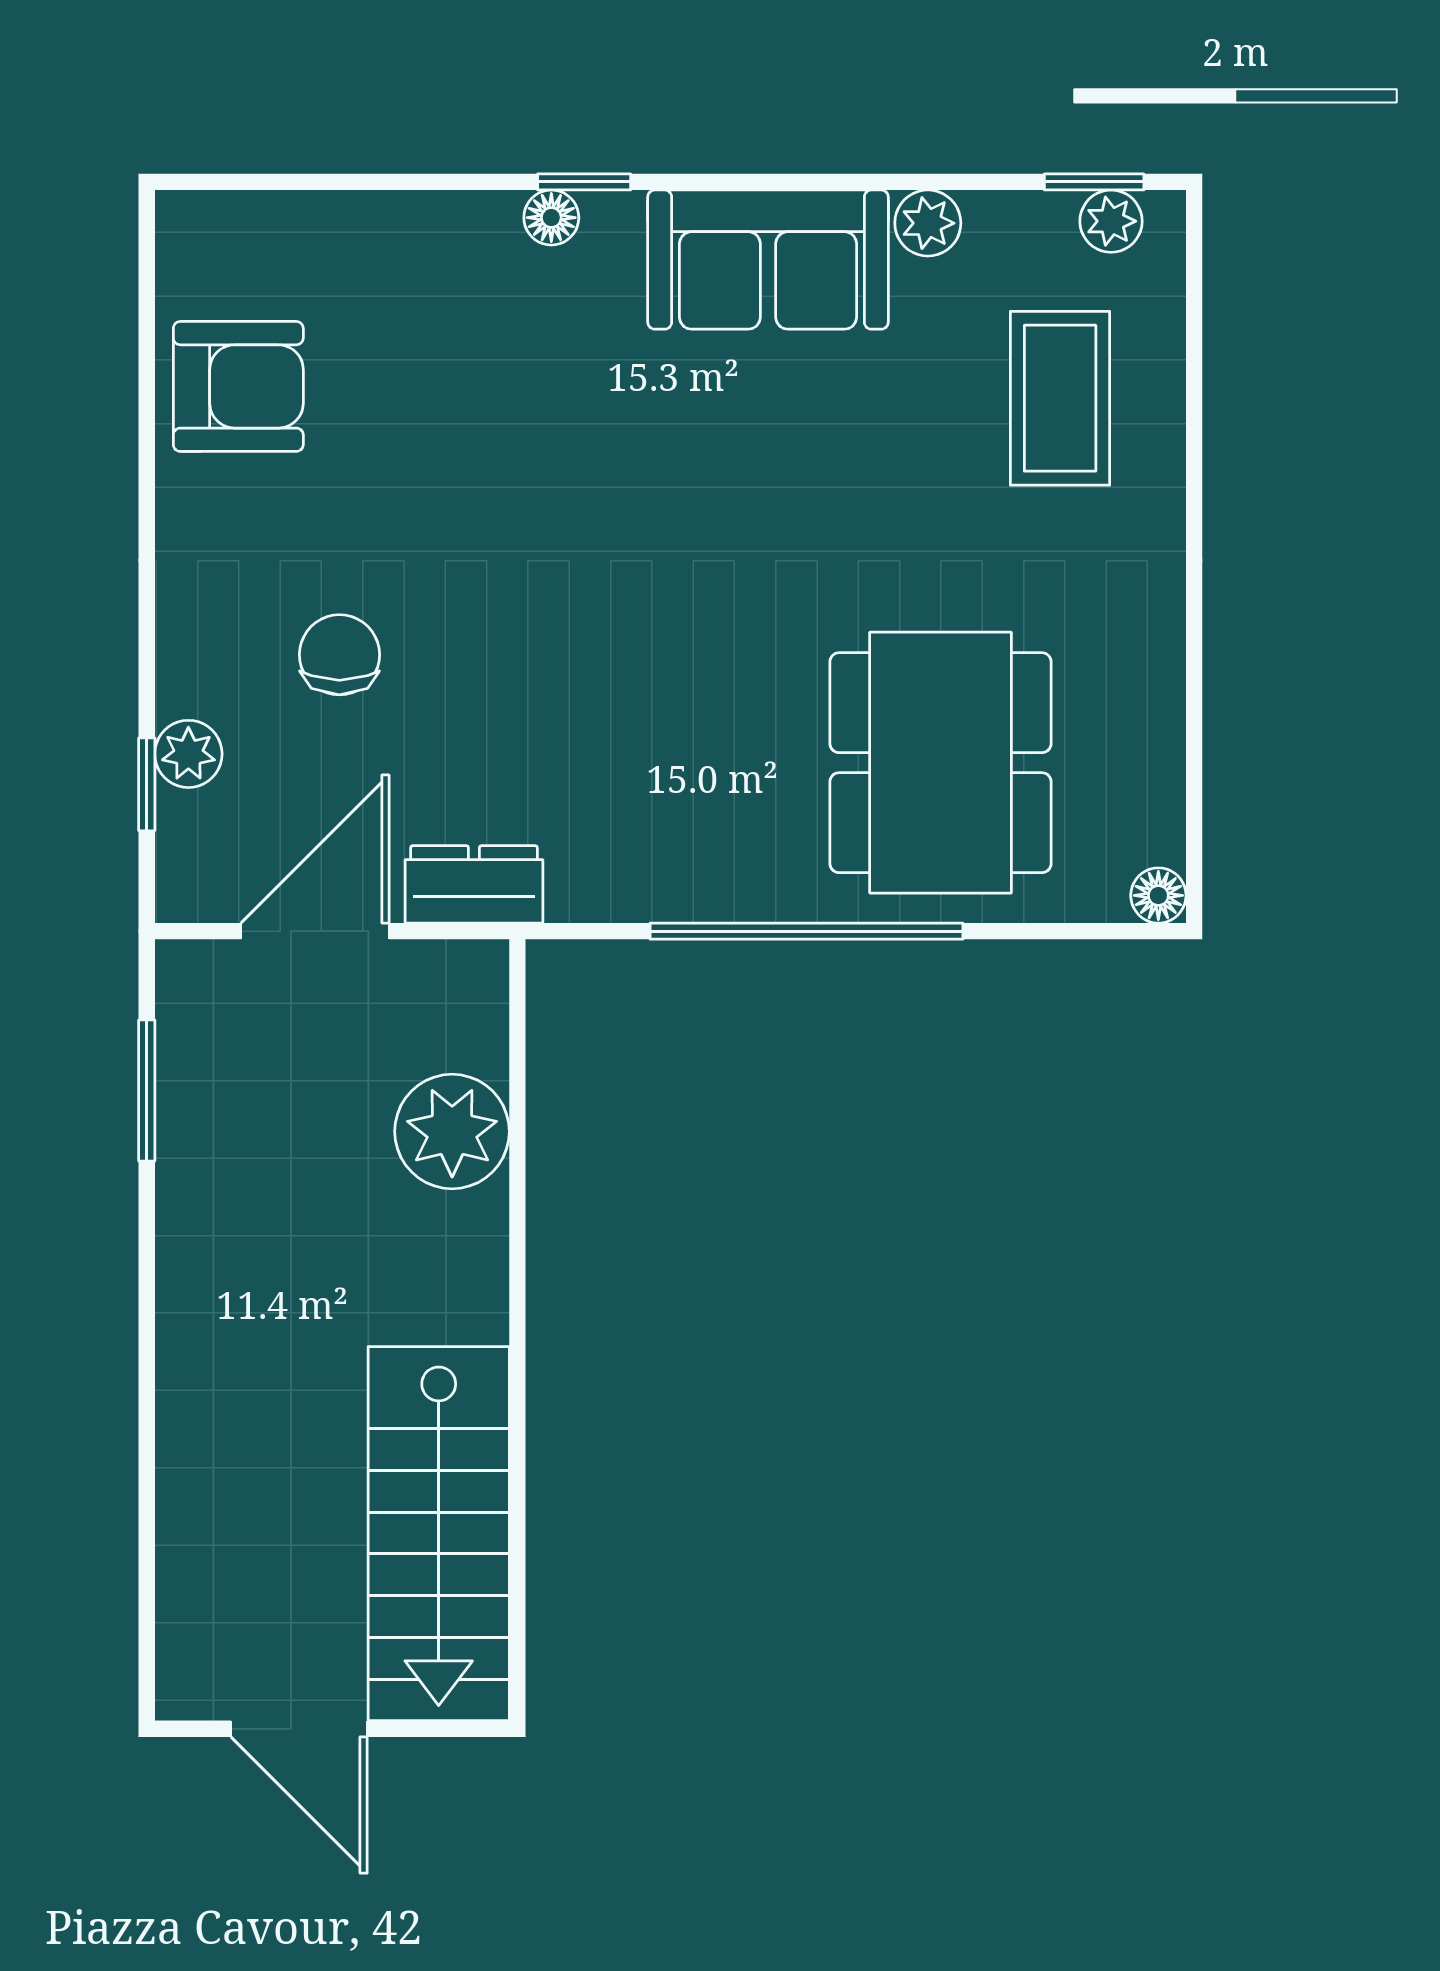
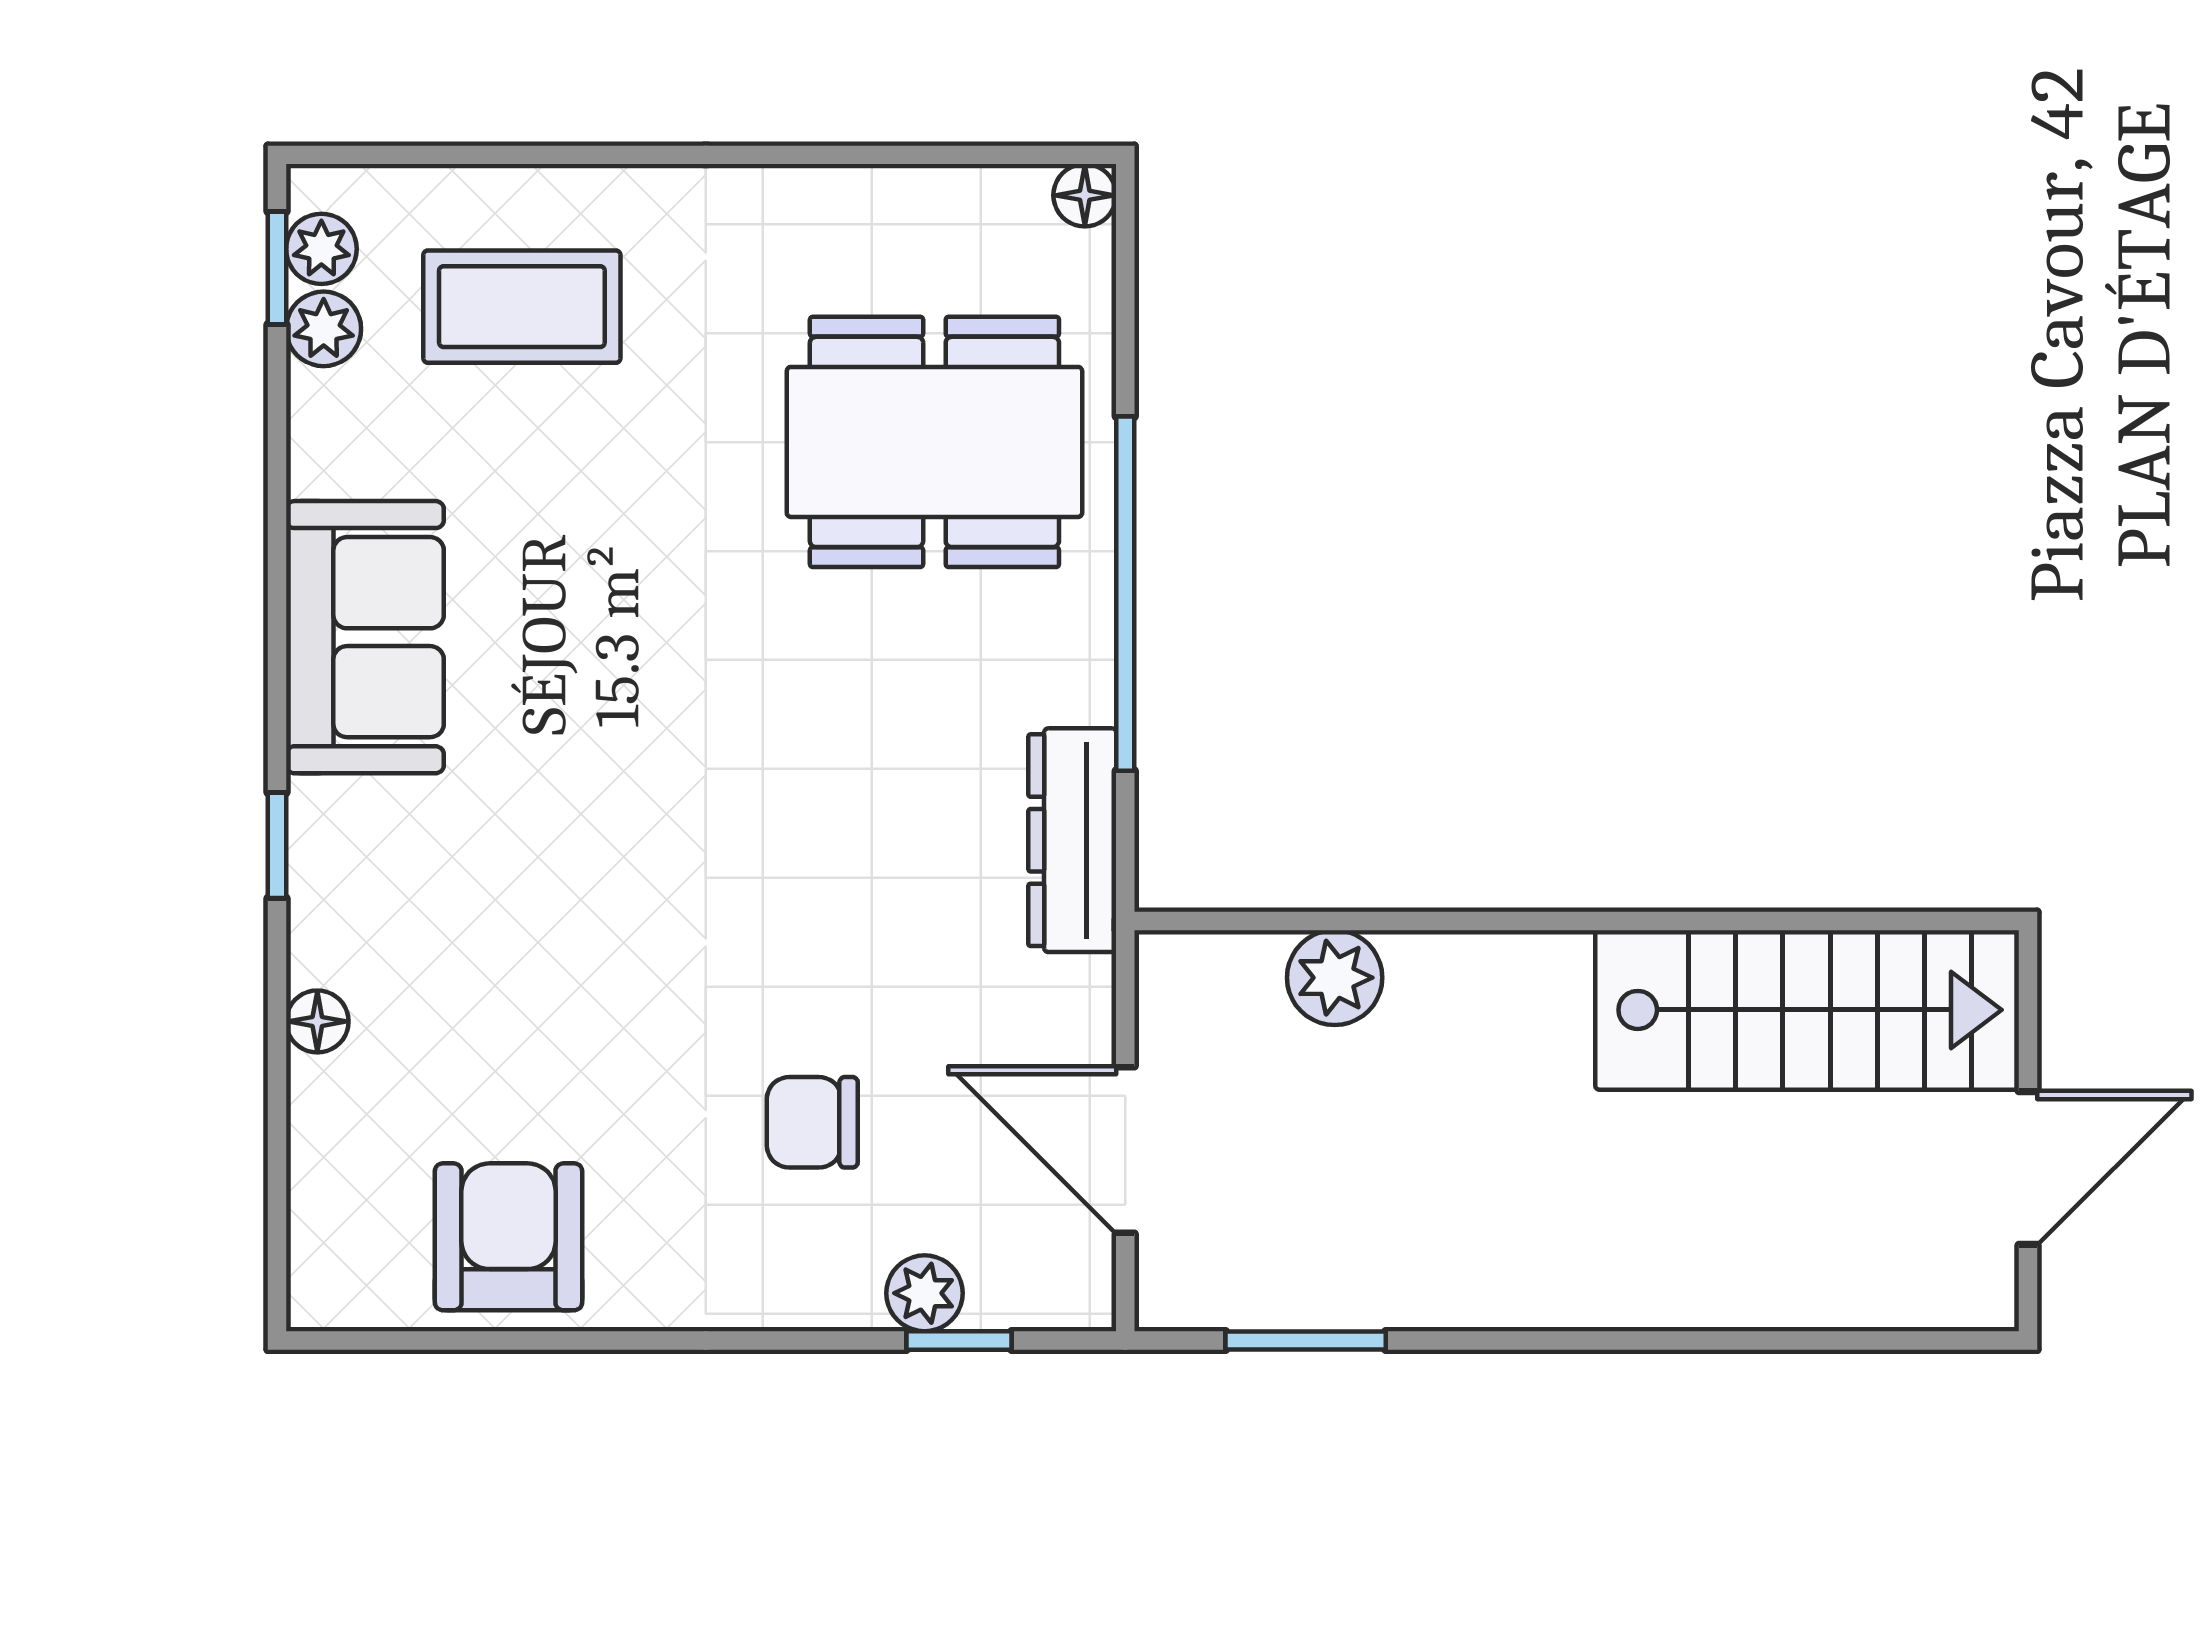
floor lamp: (551, 218) -> (317, 1021), moved
plant: (928, 223) -> (324, 329), moved
dresser: (474, 884) -> (1072, 840), moved, width x1.44
plant: (452, 1131) -> (1335, 978), width x0.73, depth x0.73

